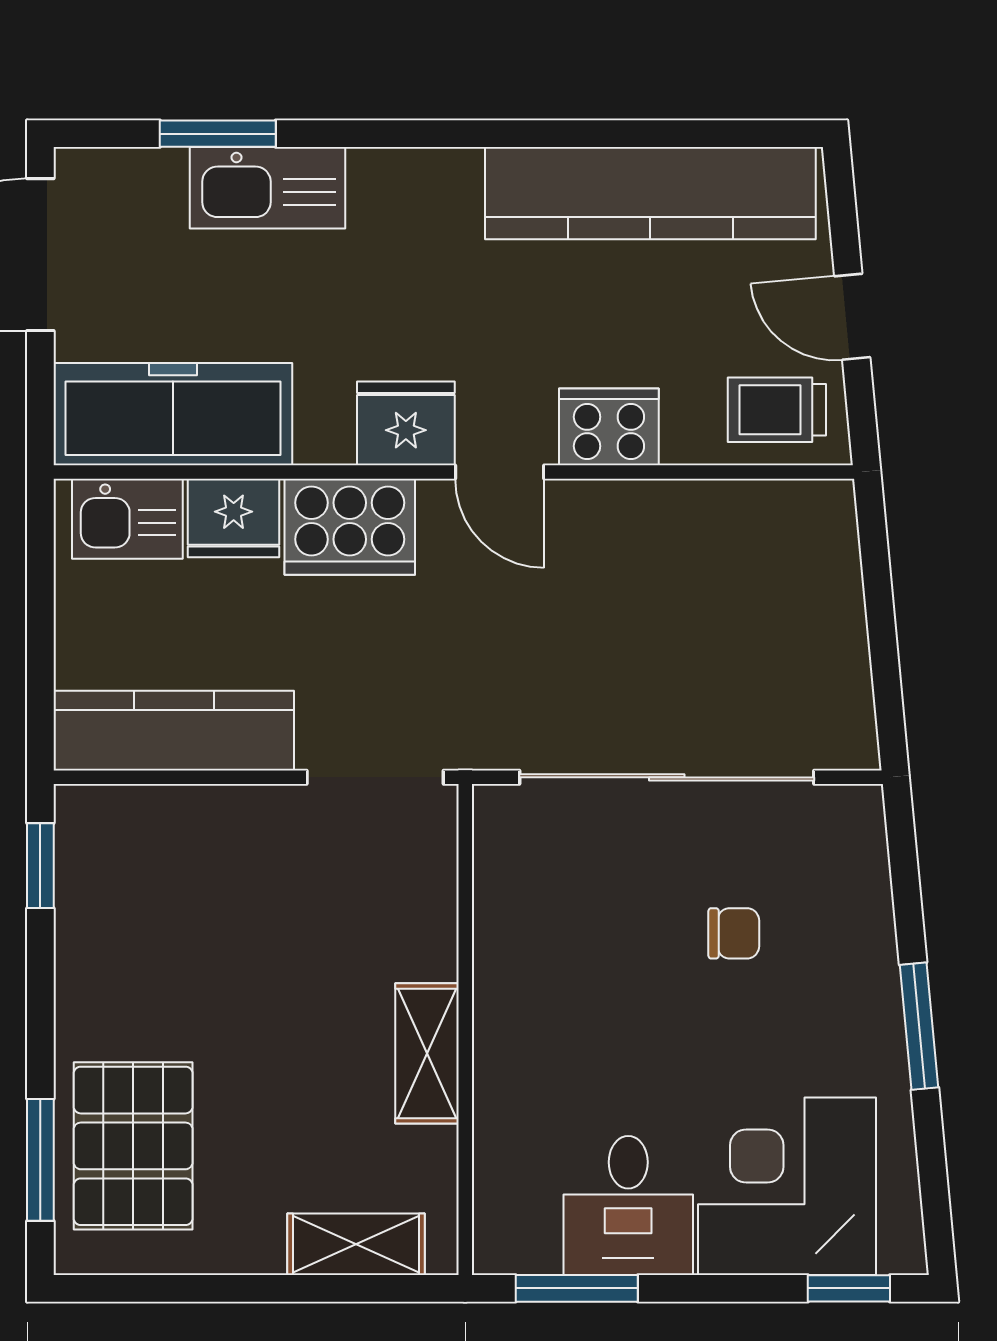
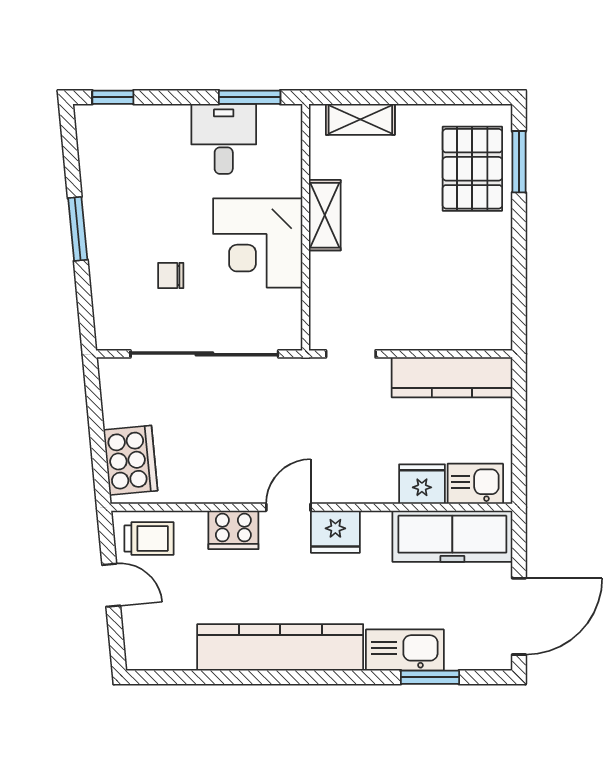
kitchen counter: (650, 193) -> (280, 647), moved
door: (500, 472) -> (288, 507), hinge flipped
cooker: (350, 527) -> (130, 460), moved, turned 85
doorway: (375, 777) -> (351, 354), width x0.73
window: (40, 866) -> (519, 310), removed
corner desk: (787, 1186) -> (258, 243), moved, turned 90

